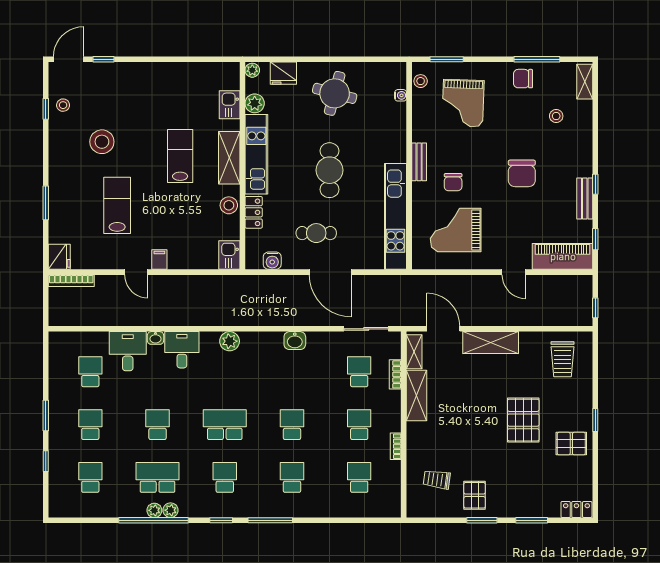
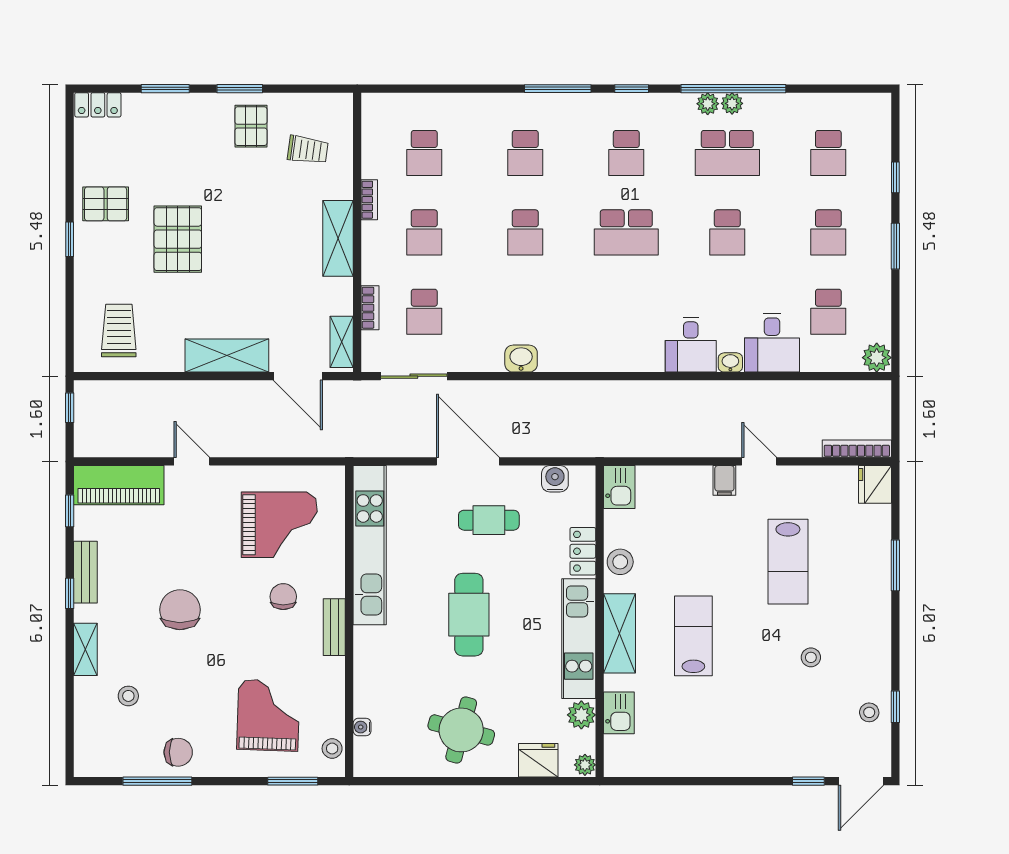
shelving: (585, 82) -> (85, 649), moved
stool: (102, 142) -> (811, 657), width x0.53, depth x0.53
lab bench: (180, 156) -> (693, 636), turned 180
plant: (230, 341) -> (877, 358), moved
shelving: (417, 396) -> (338, 238), moved

